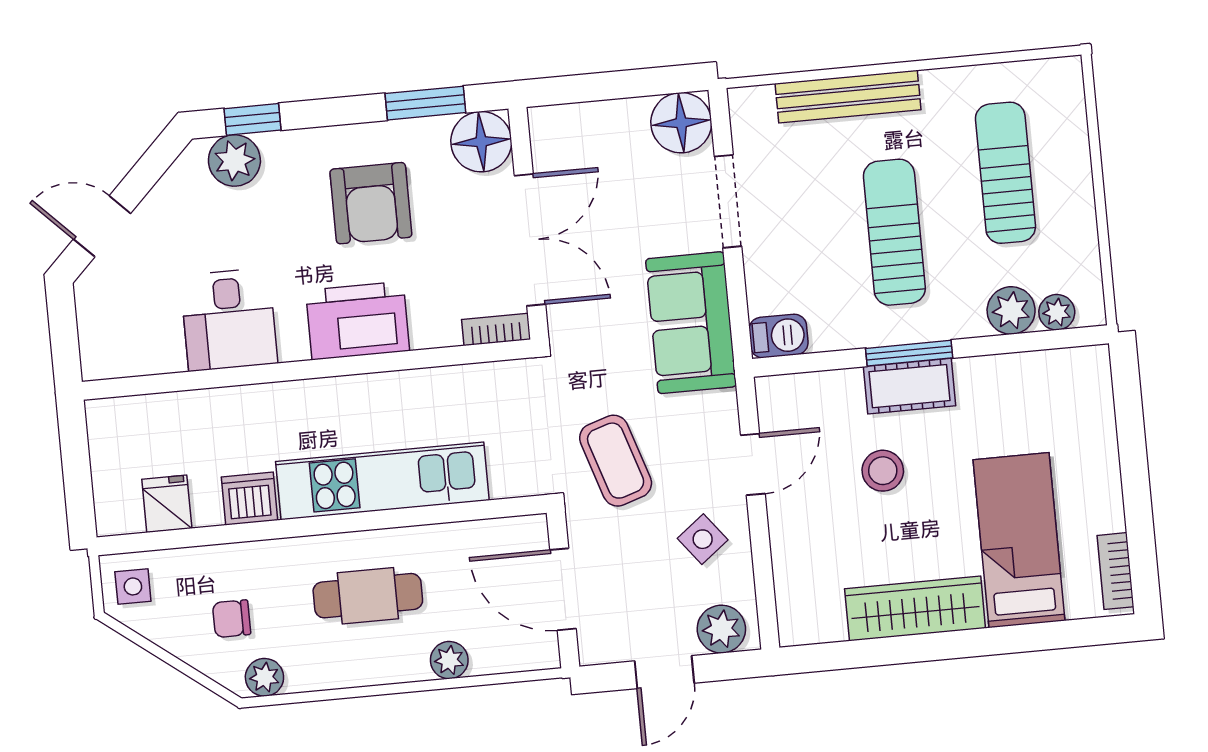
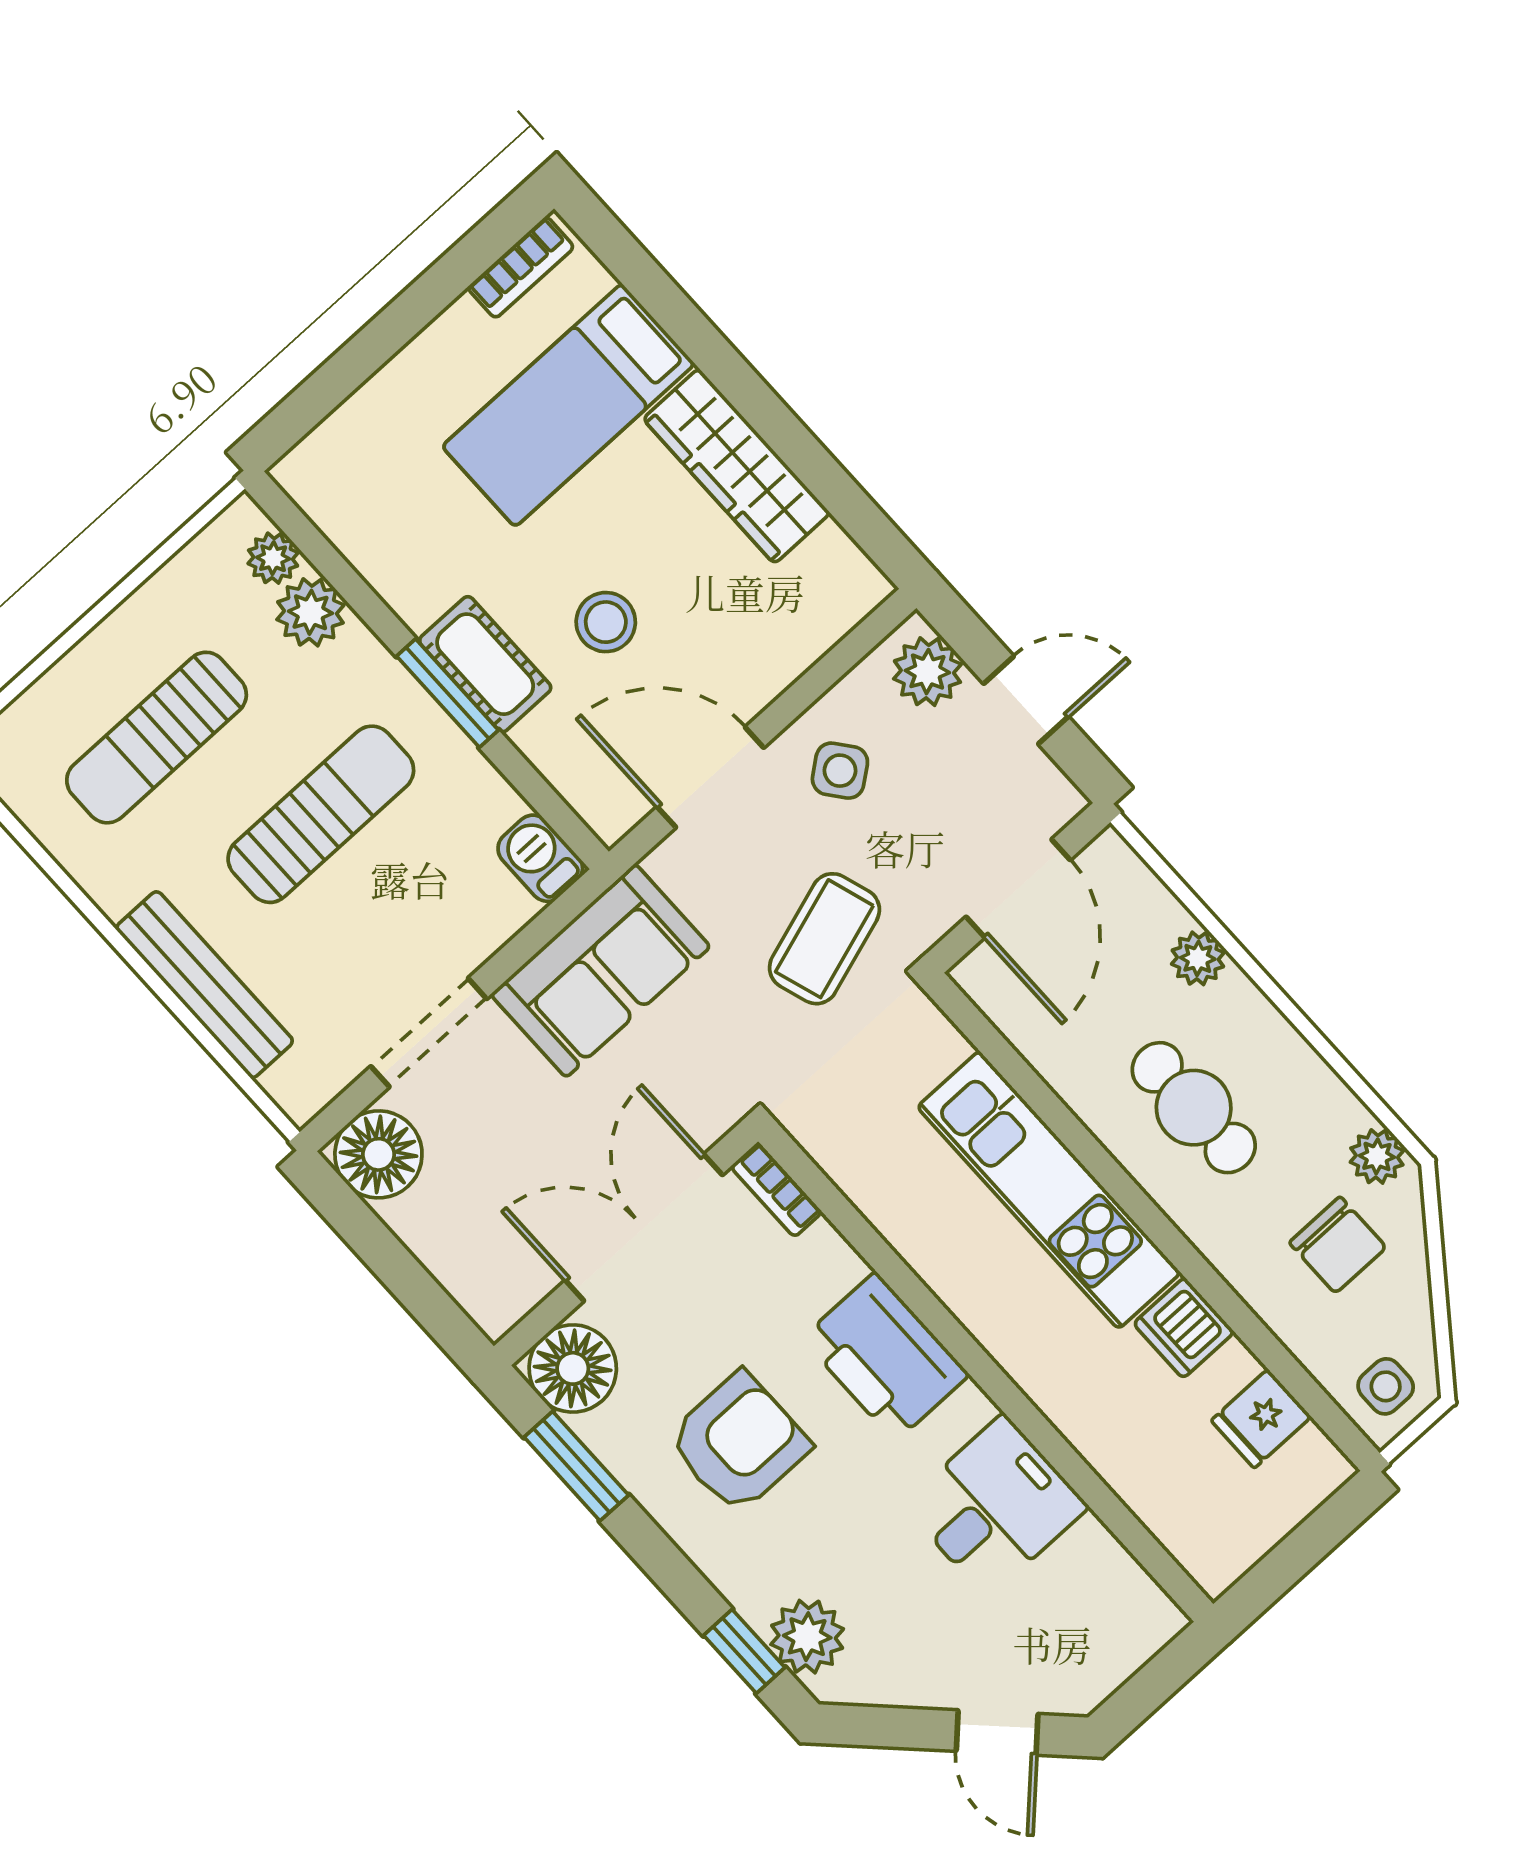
sun lounger: (894, 232) -> (321, 814), turned 180
door: (753, 464) -> (710, 777), width x1.38
chair: (232, 619) -> (1338, 1245), width x1.37, depth x1.37

